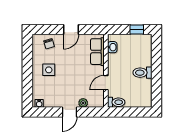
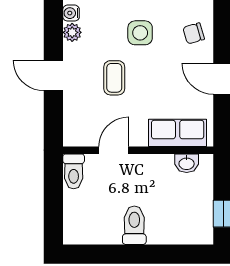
coffee table: (71, 82) -> (114, 78), added
door: (106, 83) -> (114, 150), hinge flipped
plant: (83, 103) -> (72, 32), moved

